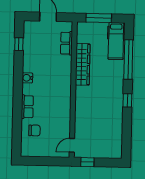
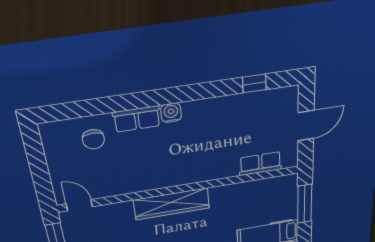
wardrobe: (83, 64) -> (172, 204), moved
water cooler: (27, 78) -> (171, 113), moved

